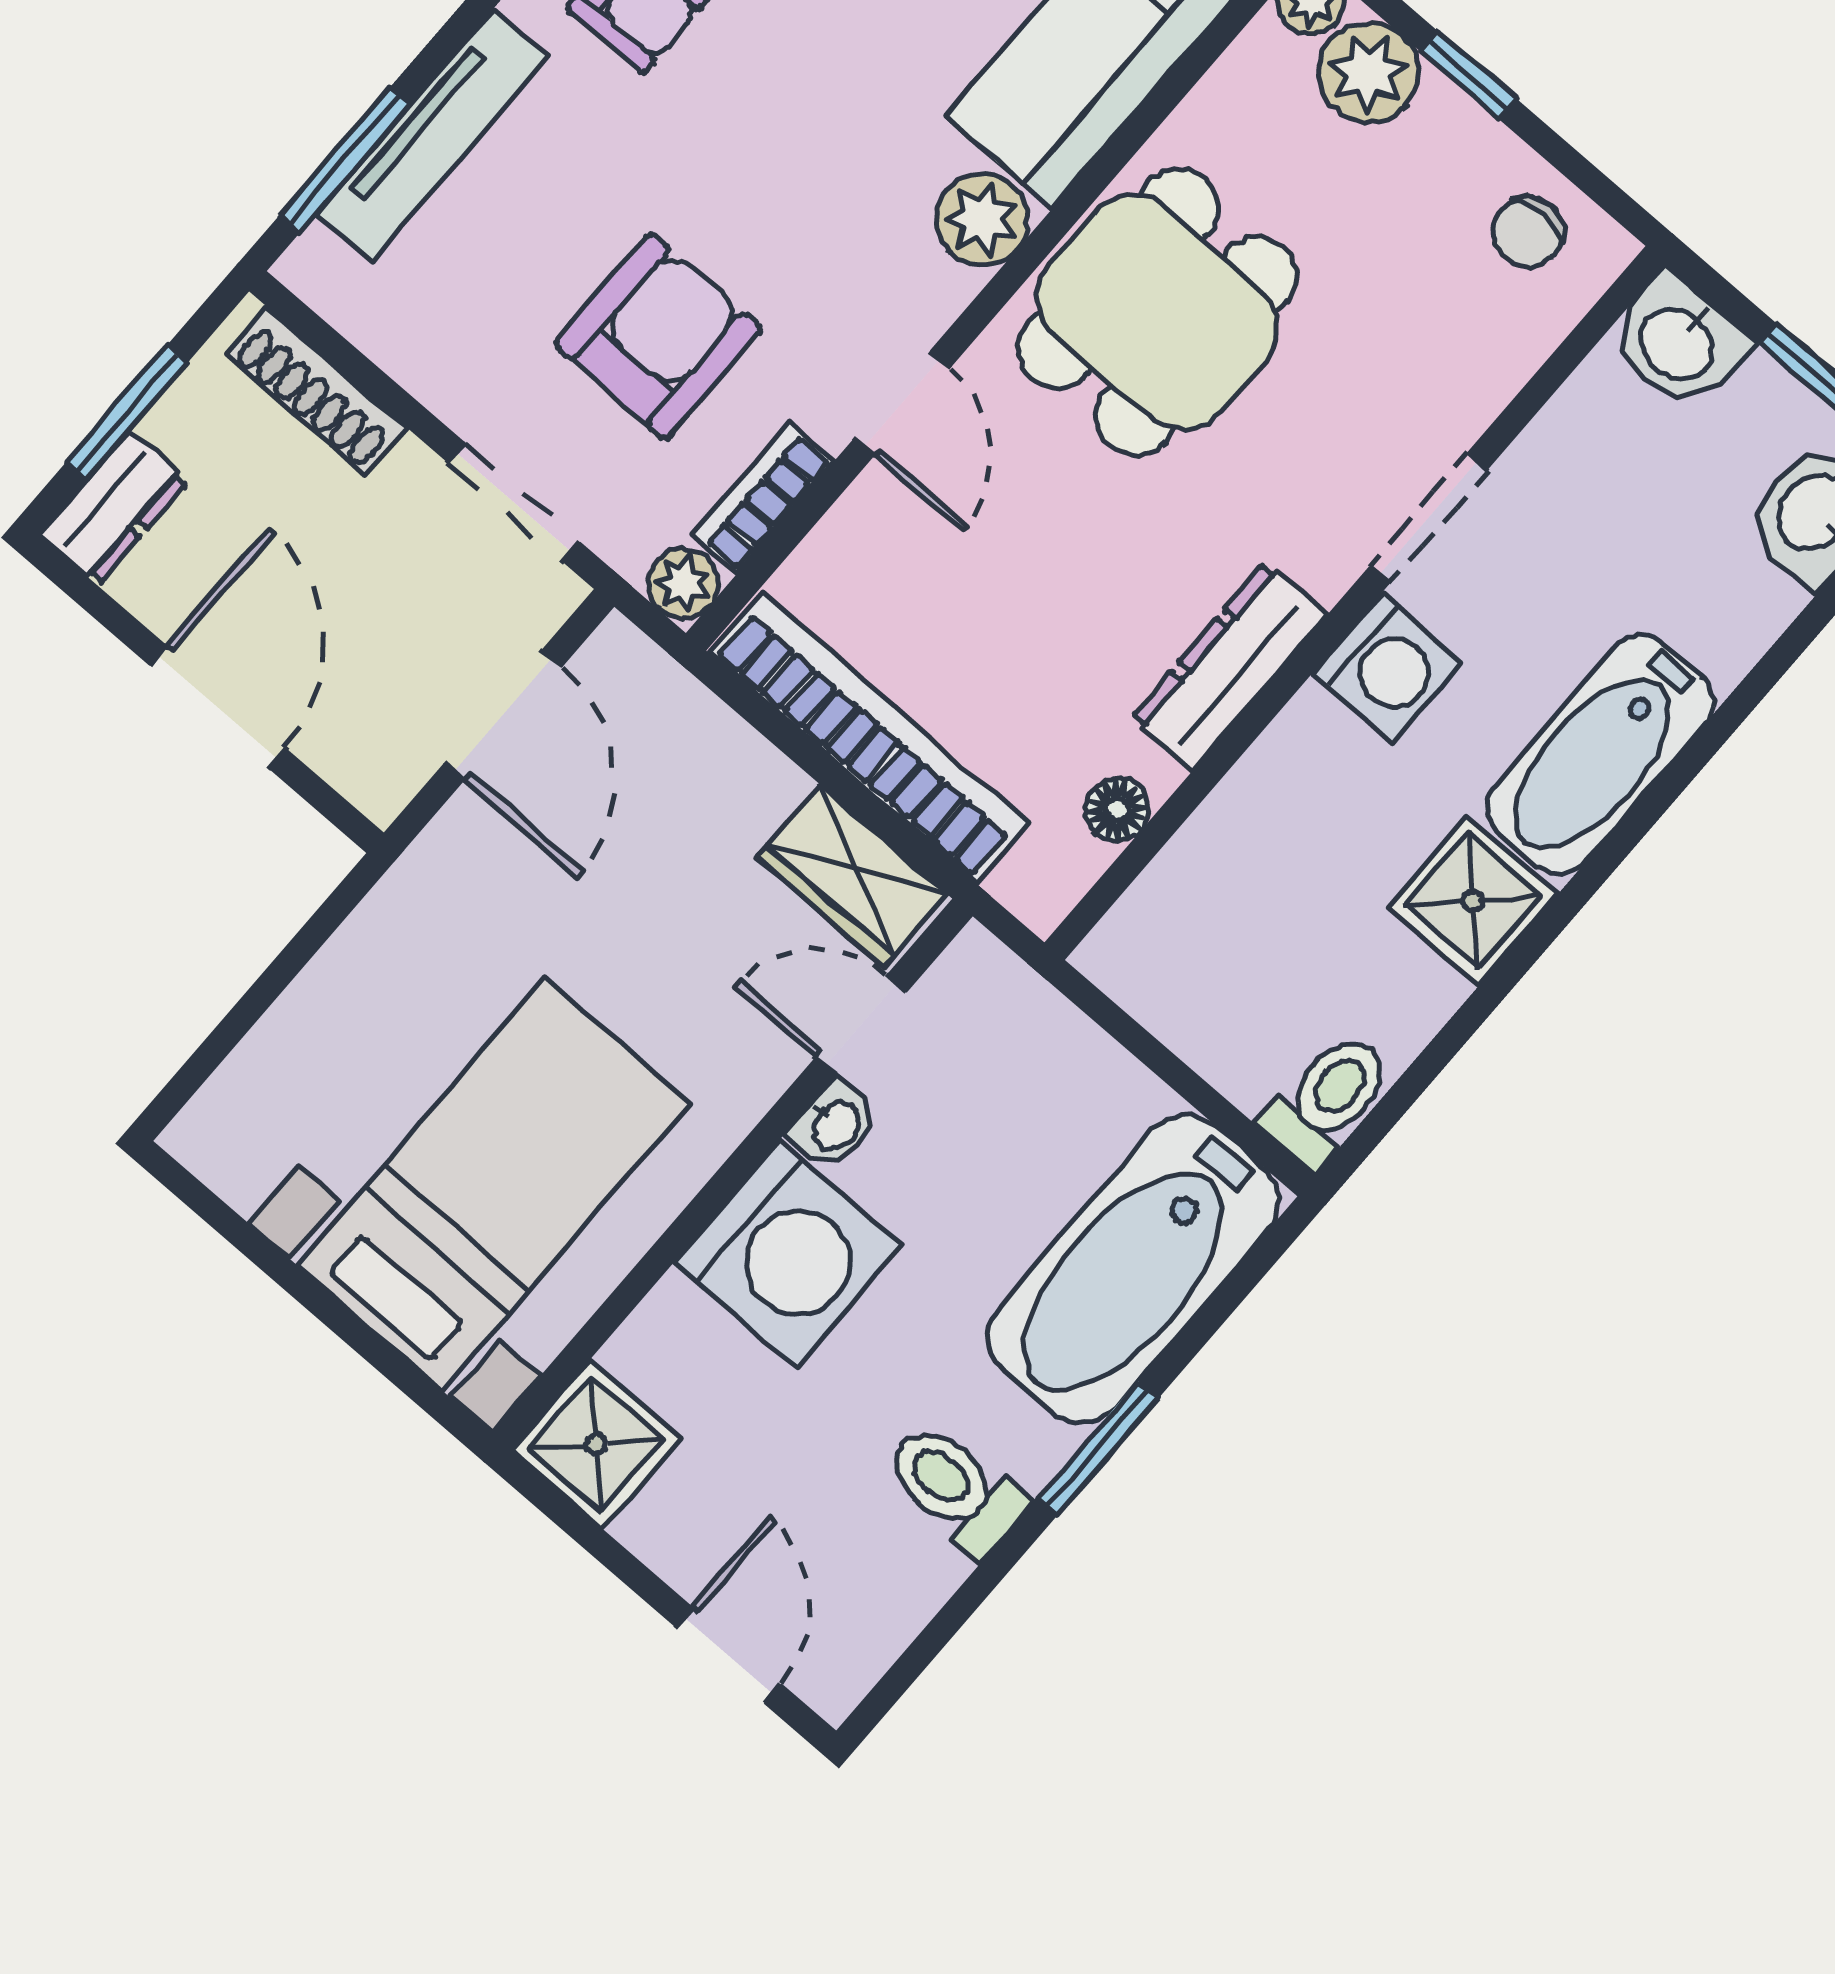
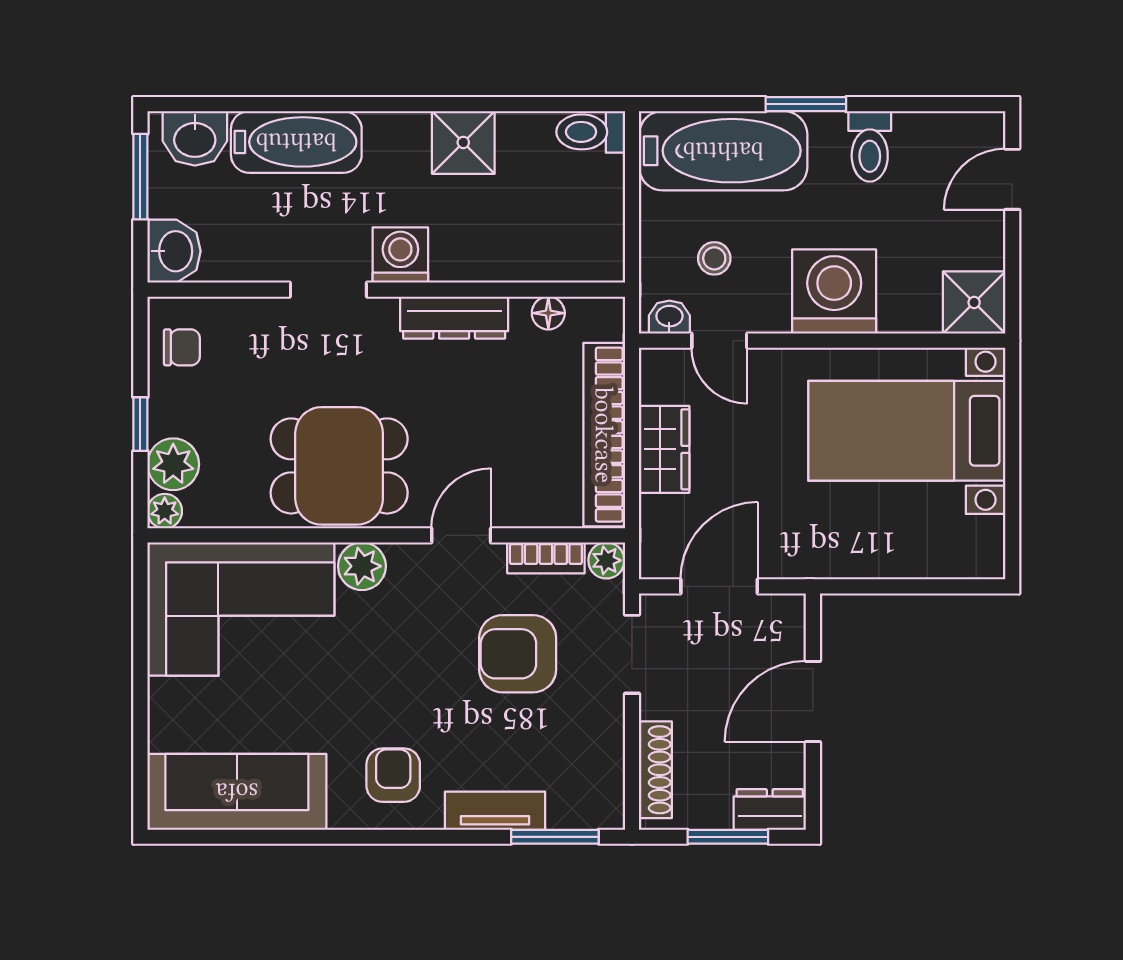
tv unit: (432, 135) -> (495, 811), width x0.71
bathtub: (1600, 755) -> (296, 142), moved
wardrobe: (851, 876) -> (664, 449), moved
stool: (988, 1121) -> (714, 258), added
washbasin: (835, 1125) -> (669, 317), moved

